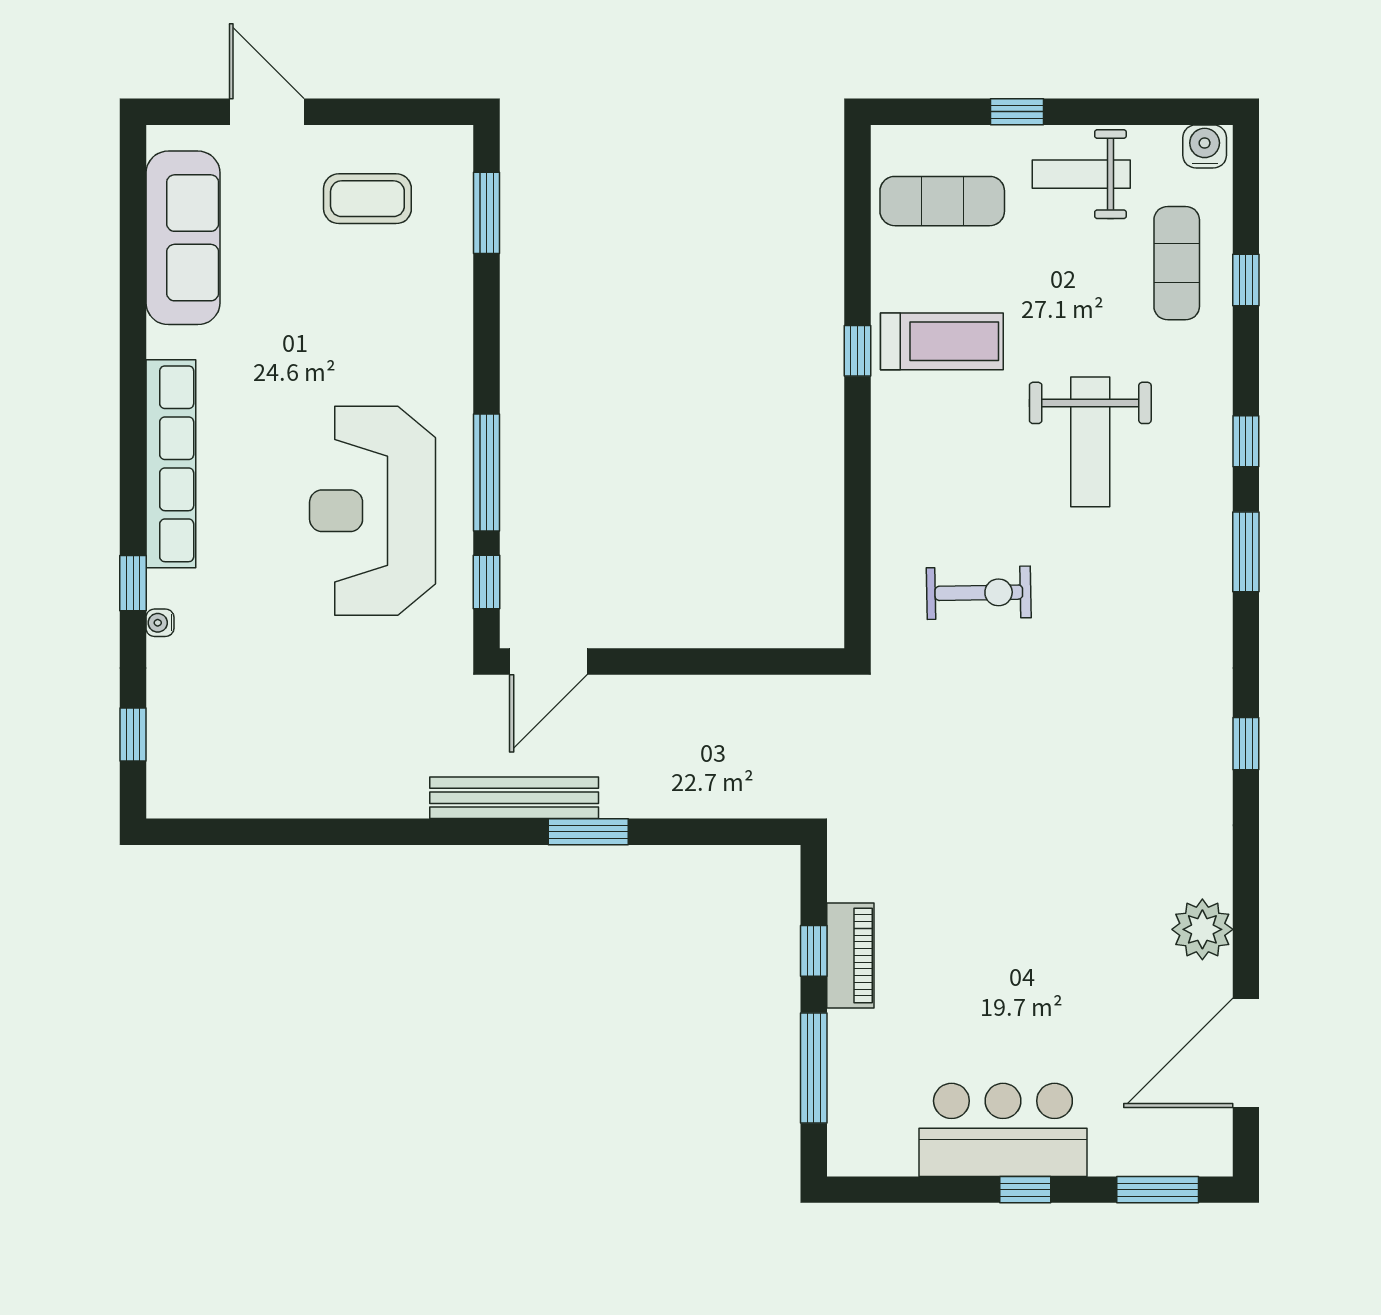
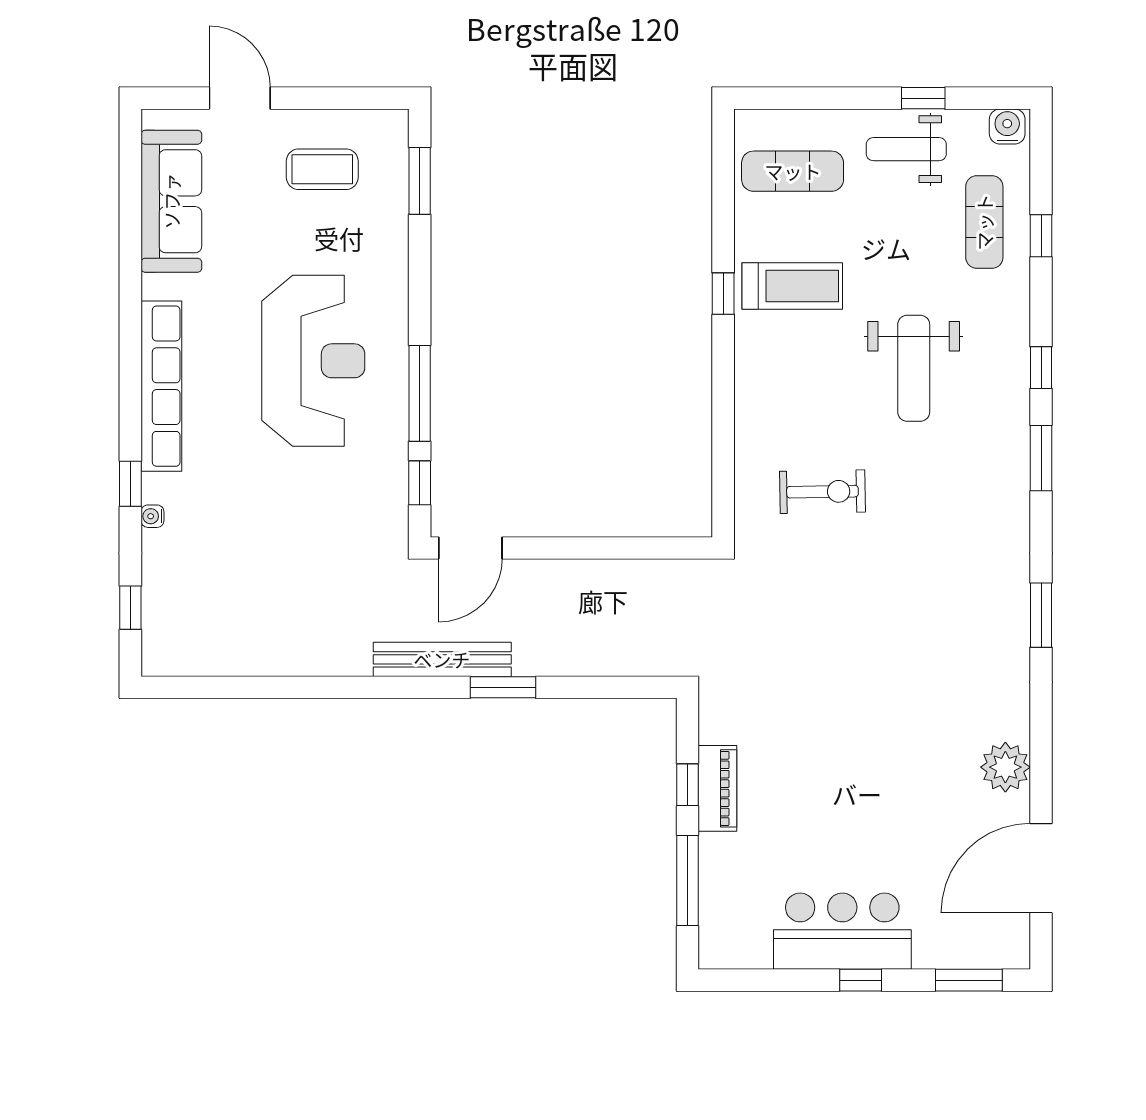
window: (1017, 112) -> (923, 98), moved
reception desk: (373, 511) -> (313, 361), moved, turned 180
window: (1246, 744) -> (1041, 615), width x1.50

